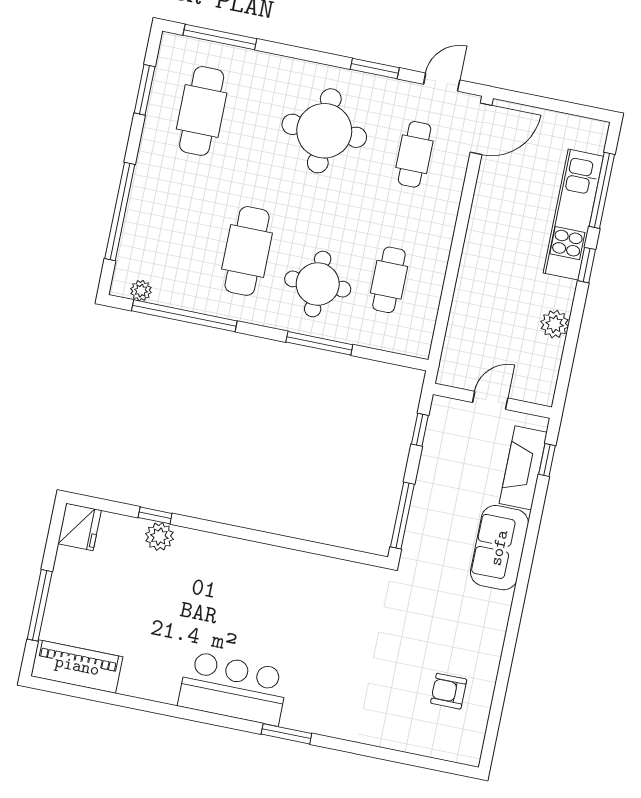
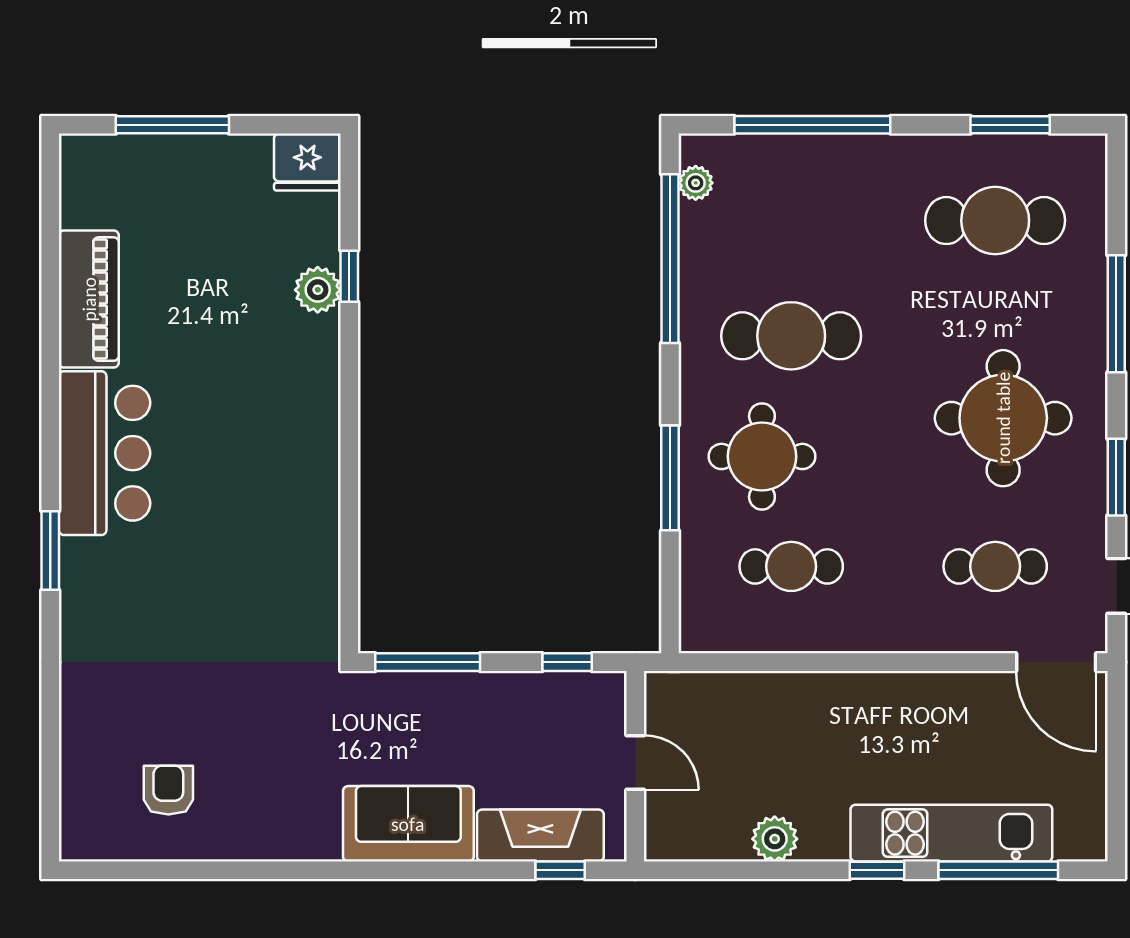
window: (220, 37) -> (1116, 314), moved
piano: (77, 666) -> (89, 299), moved

